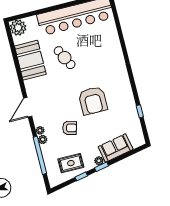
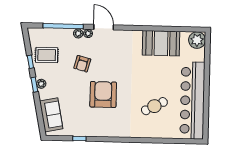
cafe table: (65, 58) -> (154, 106), moved
armchair: (93, 101) -> (103, 95), turned 90
door: (28, 107) -> (104, 27), moved
sofa: (116, 148) -> (51, 115), moved
rug: (71, 163) -> (47, 55), turned 90

